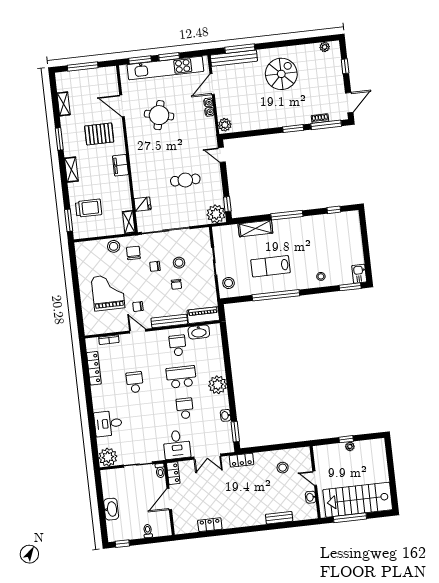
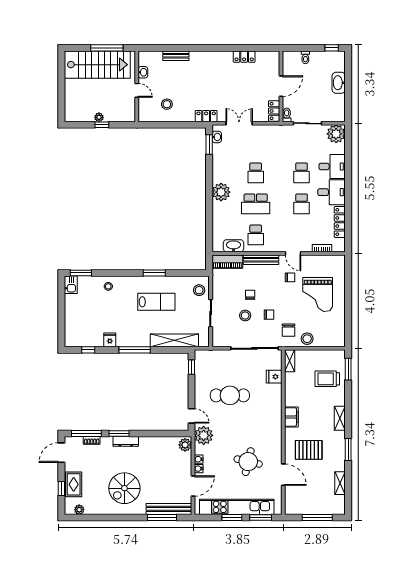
rug: (333, 72) -> (74, 484), added
dresser: (285, 121) -> (126, 441), added
cafe table: (185, 180) -> (230, 395), width x1.37, depth x1.35
plant: (216, 214) -> (204, 435), moved
fridge: (313, 222) -> (110, 340), added
shelving: (255, 228) -> (174, 340), width x1.47
window: (276, 295) -> (154, 273), width x0.47
school desk: (138, 414) -> (302, 173), added
washbasin: (226, 415) -> (217, 137), moved
desk: (177, 445) -> (332, 192), moved, turned 90

